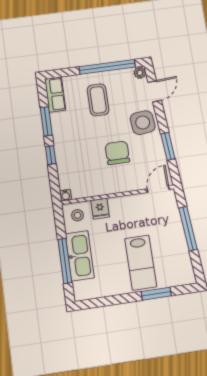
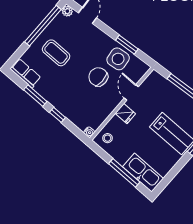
side table: (143, 123) -> (118, 59), moved
door: (158, 189) -> (131, 92), moved
fridge: (100, 209) -> (125, 113), moved
kitchen sink: (80, 256) -> (143, 173), moved

